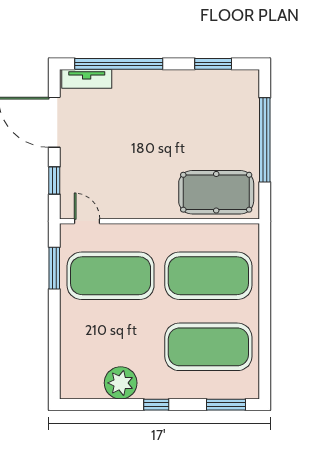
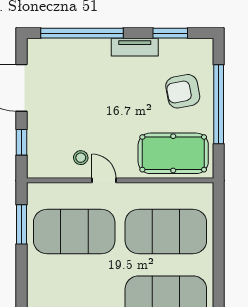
tv unit: (87, 79) -> (135, 47), moved
armchair: (226, 126) -> (183, 91), added
stool: (118, 197) -> (81, 158), added
door: (87, 221) -> (104, 180), moved

